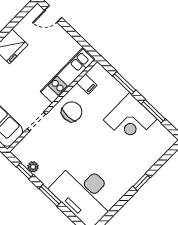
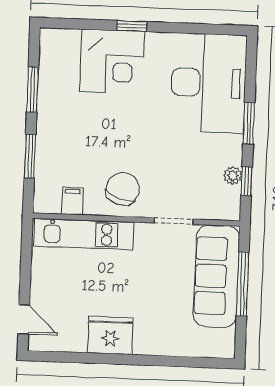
chair: (72, 112) -> (123, 189), turned 110
corner desk: (130, 119) -> (112, 62), moved, turned 90

